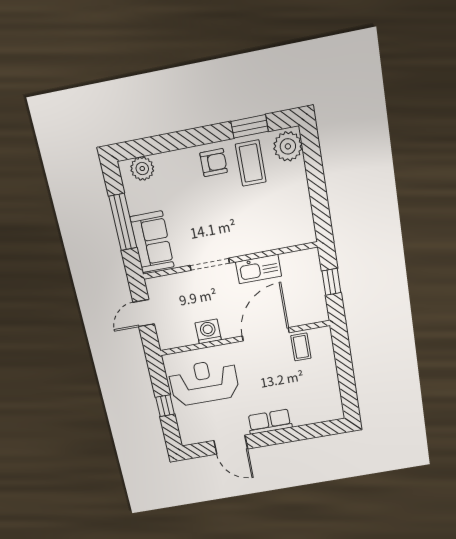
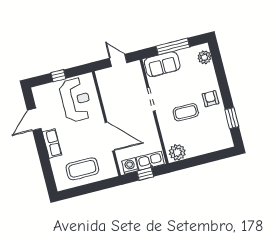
plant: (288, 146) -> (177, 152), moved
armchair: (214, 163) -> (210, 99), turned 180
coffee table: (251, 163) -> (186, 112), moved
kitchen sink: (259, 269) -> (150, 161), moved, turned 90
washing machine: (208, 331) -> (130, 166), moved, turned -90
coffee table: (301, 347) -> (82, 169), moved, width x1.86, depth x1.72

